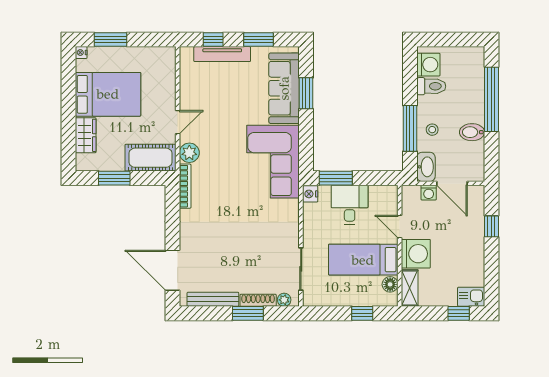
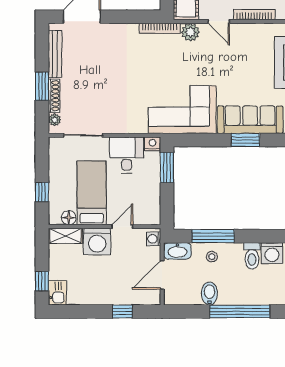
bookcase: (170, 84) -> (254, 15), added
washing machine: (429, 193) -> (154, 239), moved
desk: (350, 205) -> (127, 155), moved, turned -90

